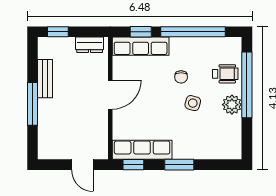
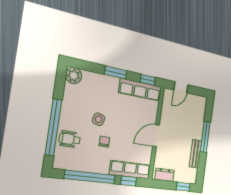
plant: (232, 105) -> (74, 76), moved
door: (82, 165) -> (181, 87), swing flipped

